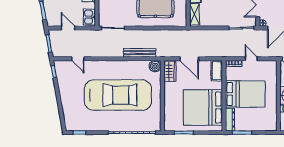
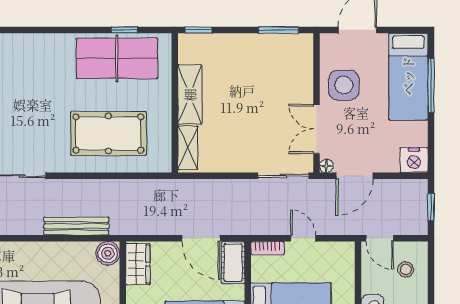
door: (189, 59) -> (201, 238), moved

